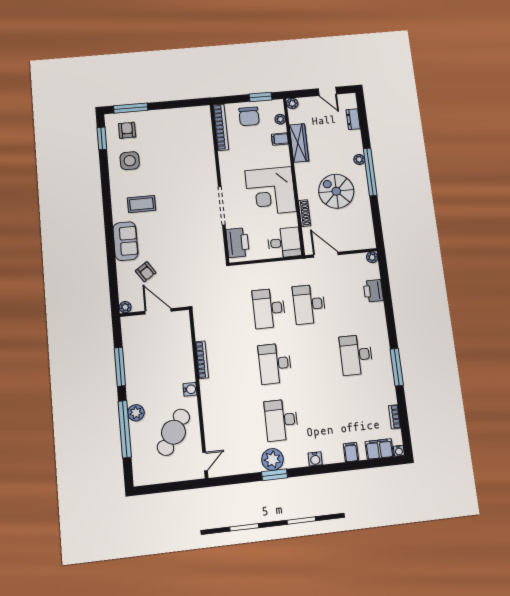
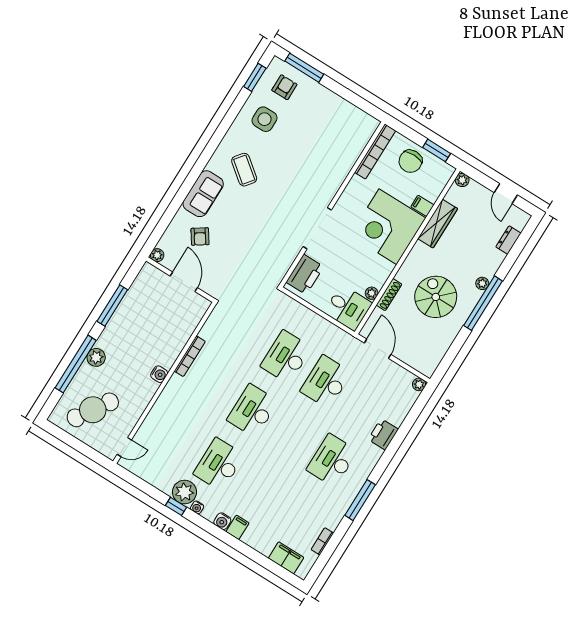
plant: (280, 119) -> (372, 293), moved
corner desk: (271, 191) -> (388, 227), moved
coffee table: (142, 204) -> (244, 170), turned 38
printer: (373, 291) -> (383, 434), moved
cafe table: (173, 432) -> (93, 410), moved
water cooler: (399, 451) -> (197, 507), moved
filing cabinet: (351, 452) -> (237, 527), moved
window: (275, 475) -> (176, 506), width x0.67

